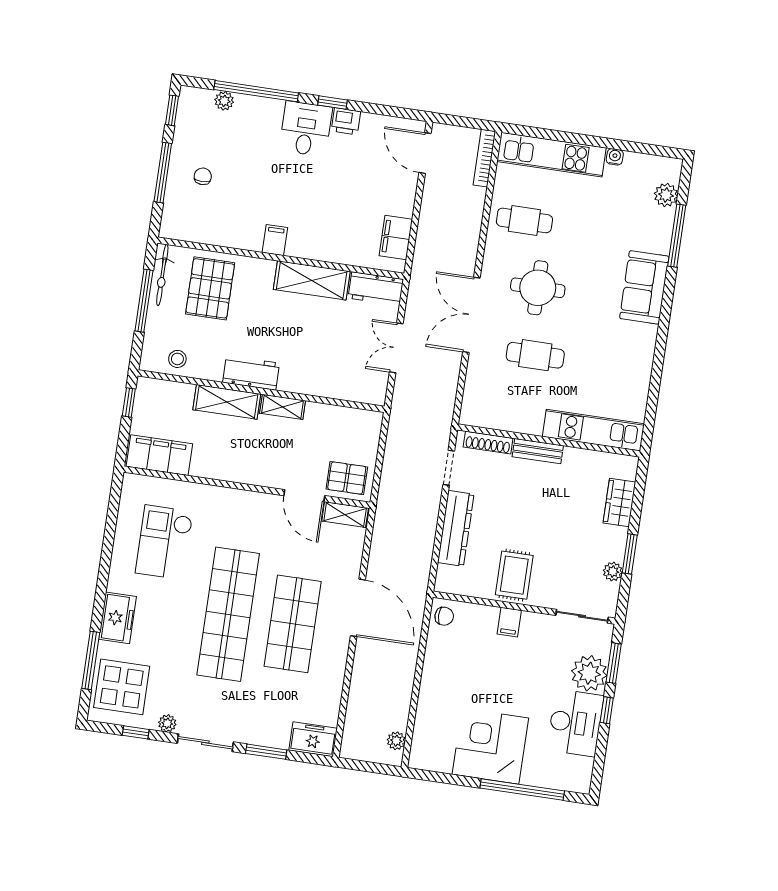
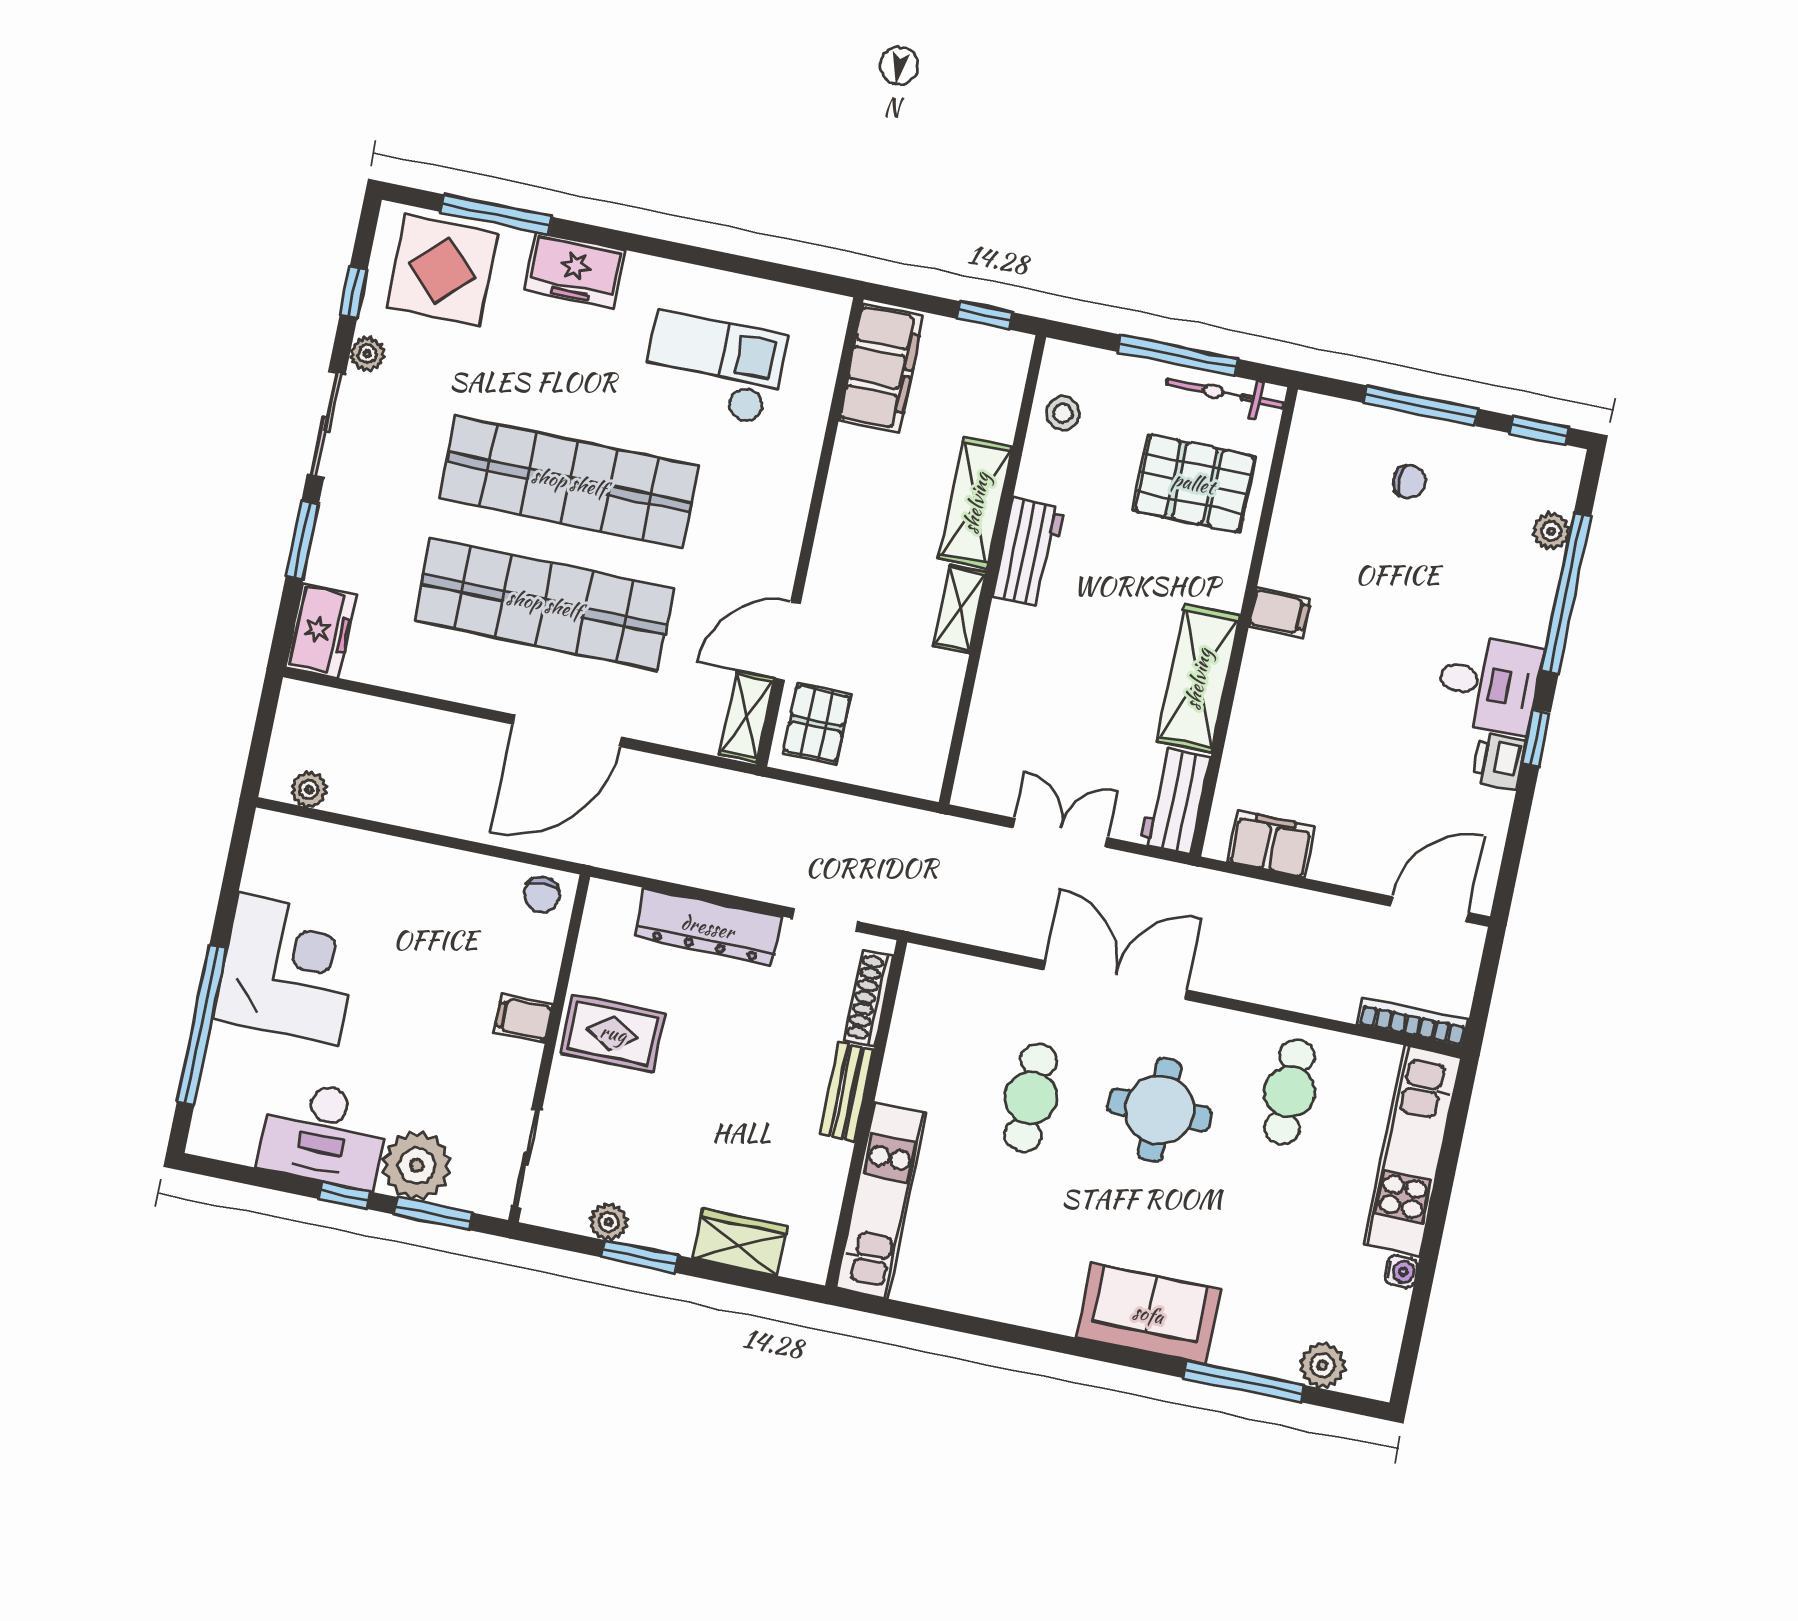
shop shelf: (293, 624) -> (544, 604), width x1.40

